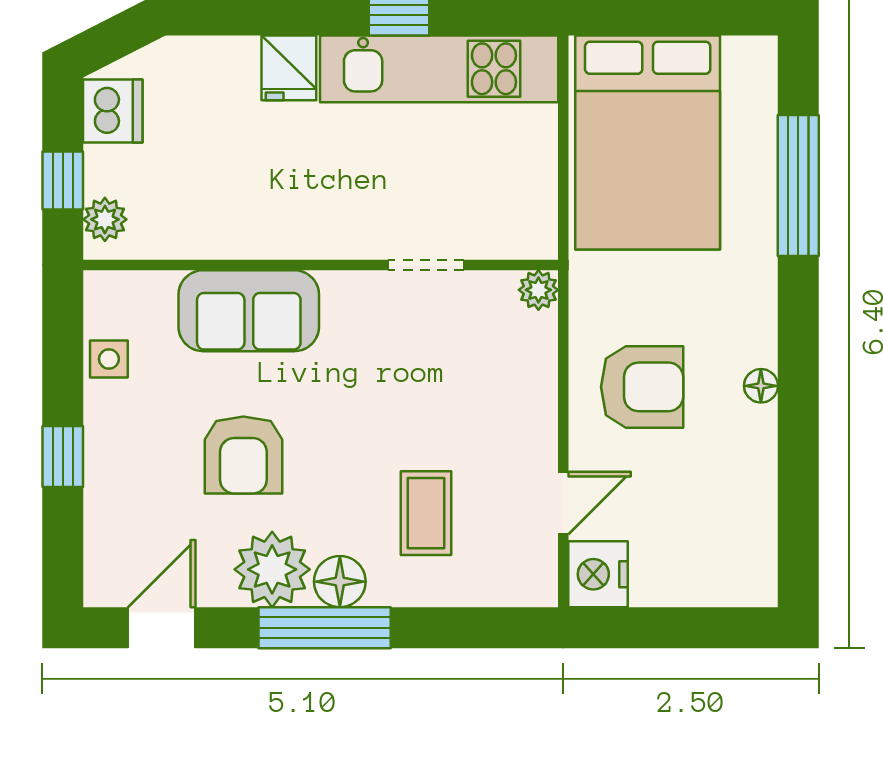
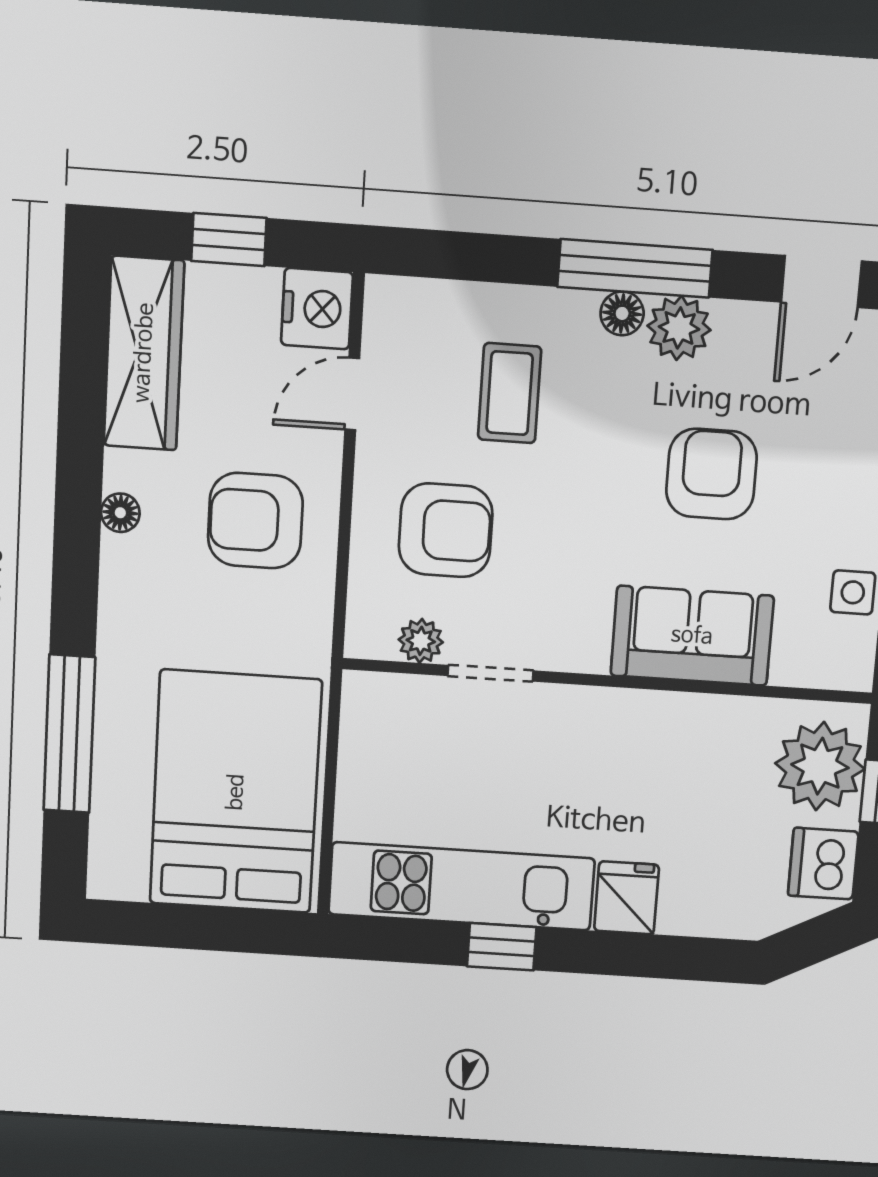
plant: (105, 219) -> (820, 766), width x1.88, depth x1.88
plant: (538, 290) -> (421, 641), moved
armchair: (474, 390) -> (446, 530), added
wardrobe: (746, 526) -> (144, 353), added
plant: (272, 569) -> (679, 328), width x0.73, depth x0.73
floor lamp: (340, 582) -> (622, 313), width x0.73, depth x0.73
window: (677, 628) -> (229, 239), added

